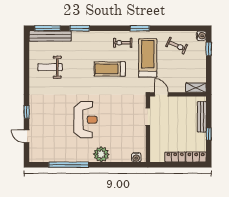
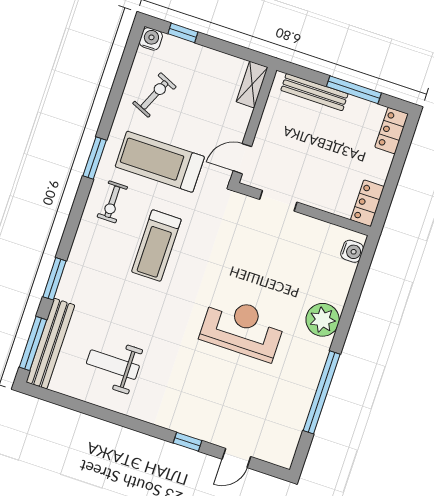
weight bench: (50, 67) -> (113, 365), turned 90
window: (209, 134) -> (354, 90), width x2.17
locker: (175, 157) -> (367, 203), moved

